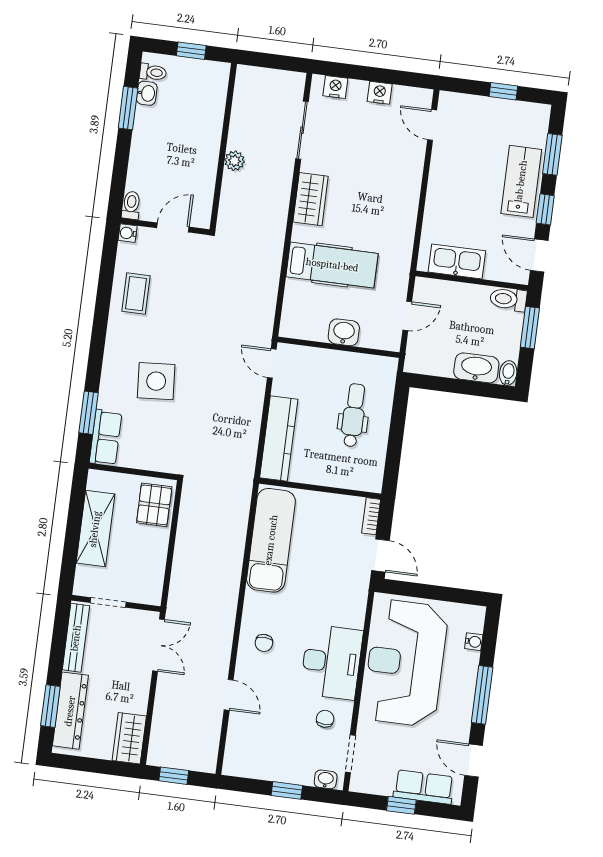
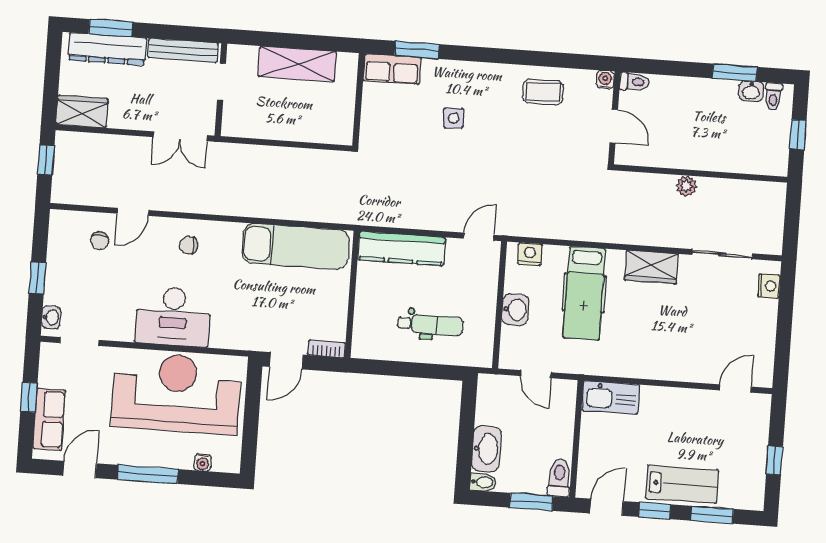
nightstand: (380, 93) -> (530, 254), moved, turned -90
kitchen sink: (457, 261) -> (611, 397), moved, turned 90
side table: (156, 381) -> (454, 118), width x0.54, depth x0.54
pallet: (154, 505) -> (325, 123), removed
chair: (325, 719) -> (100, 241), moved, turned 91

